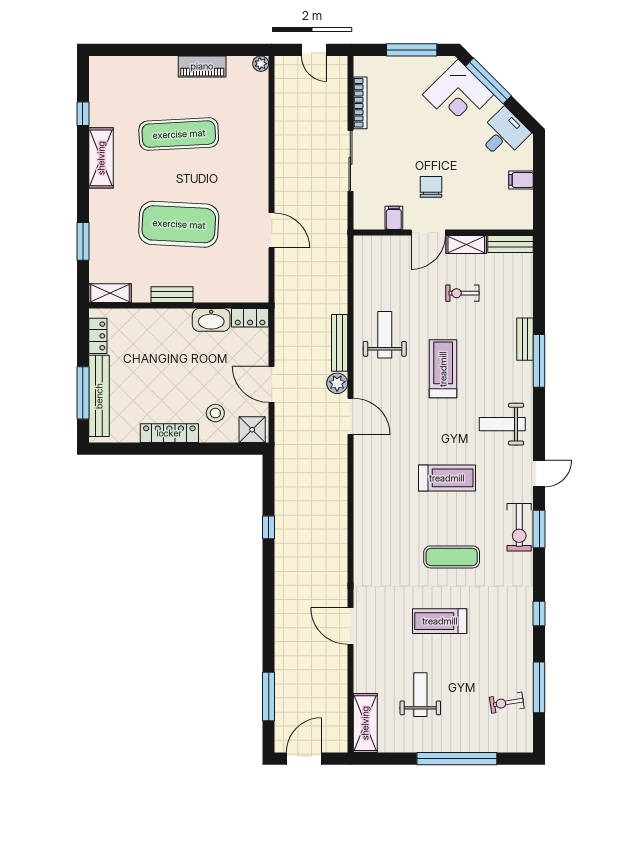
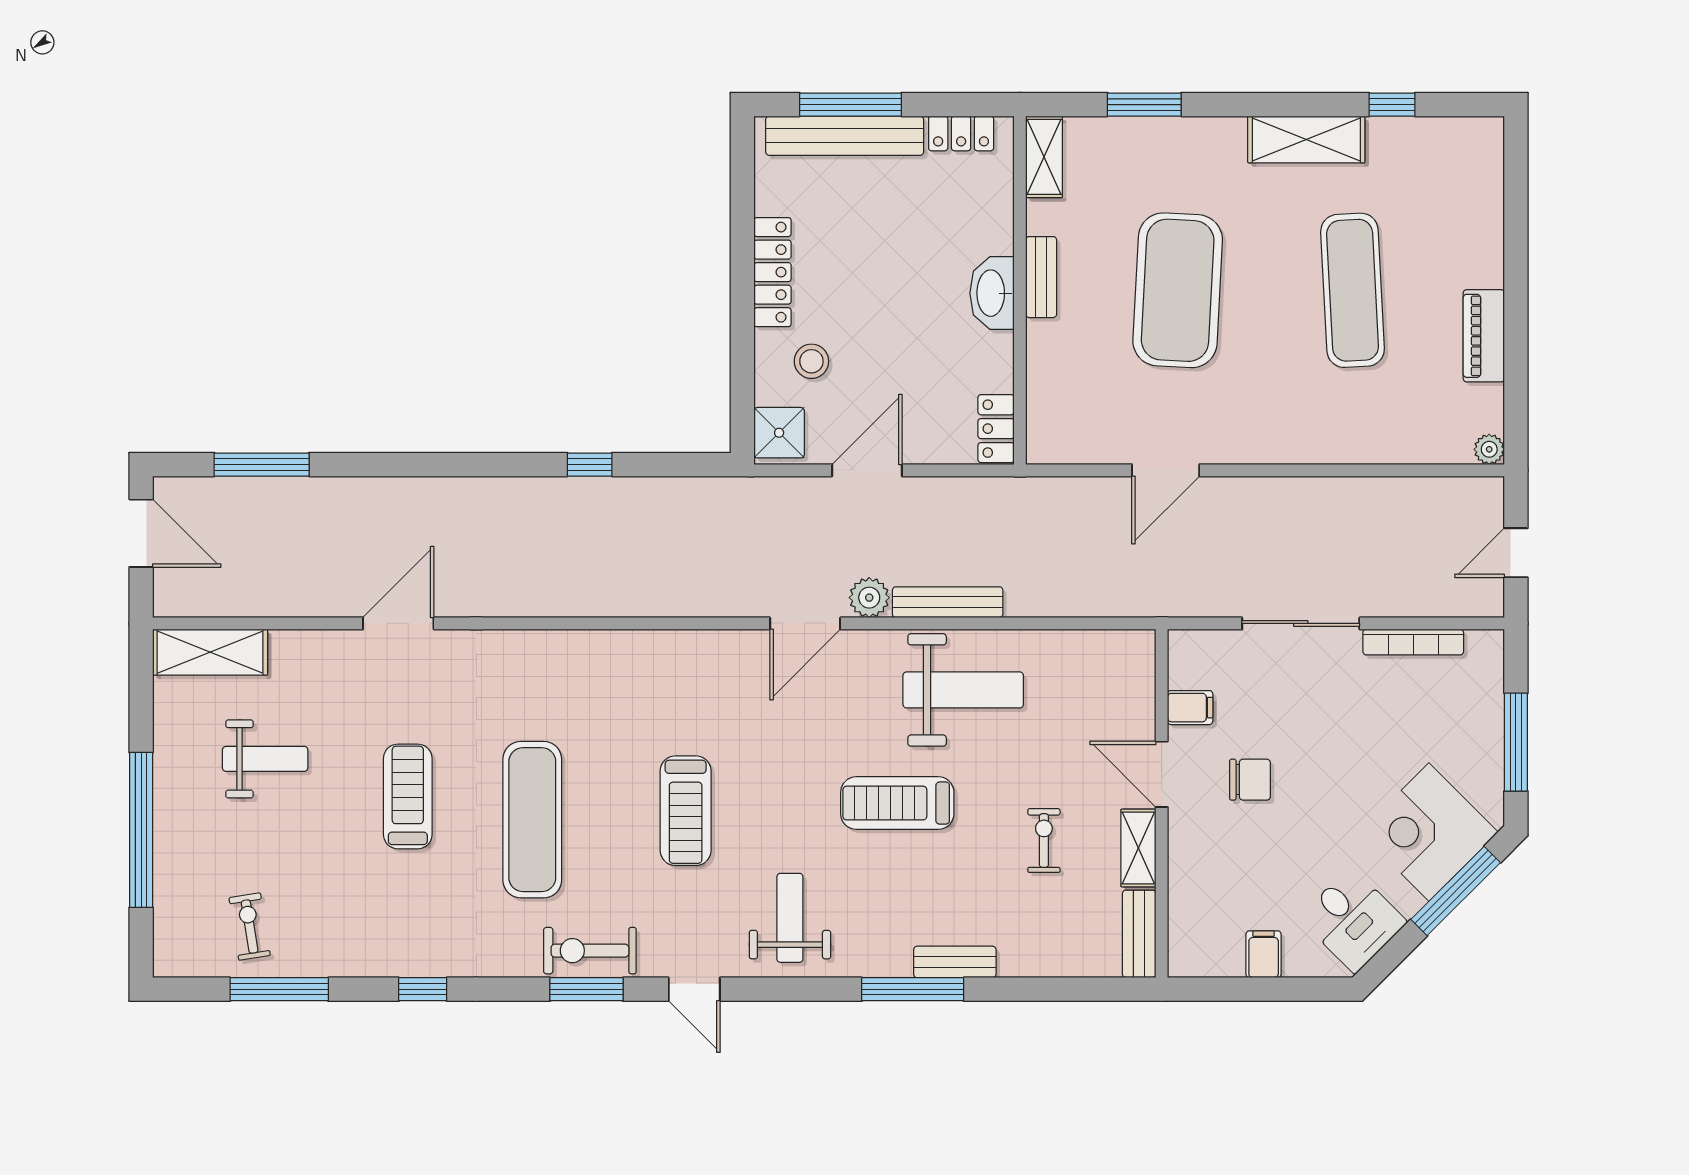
washbasin: (211, 320) -> (992, 293), moved
weight bench: (385, 335) -> (963, 690), width x1.36, depth x1.33
treadmill: (443, 369) -> (897, 803), turned 180
exercise mat: (452, 557) -> (532, 820), width x1.36, depth x1.45

